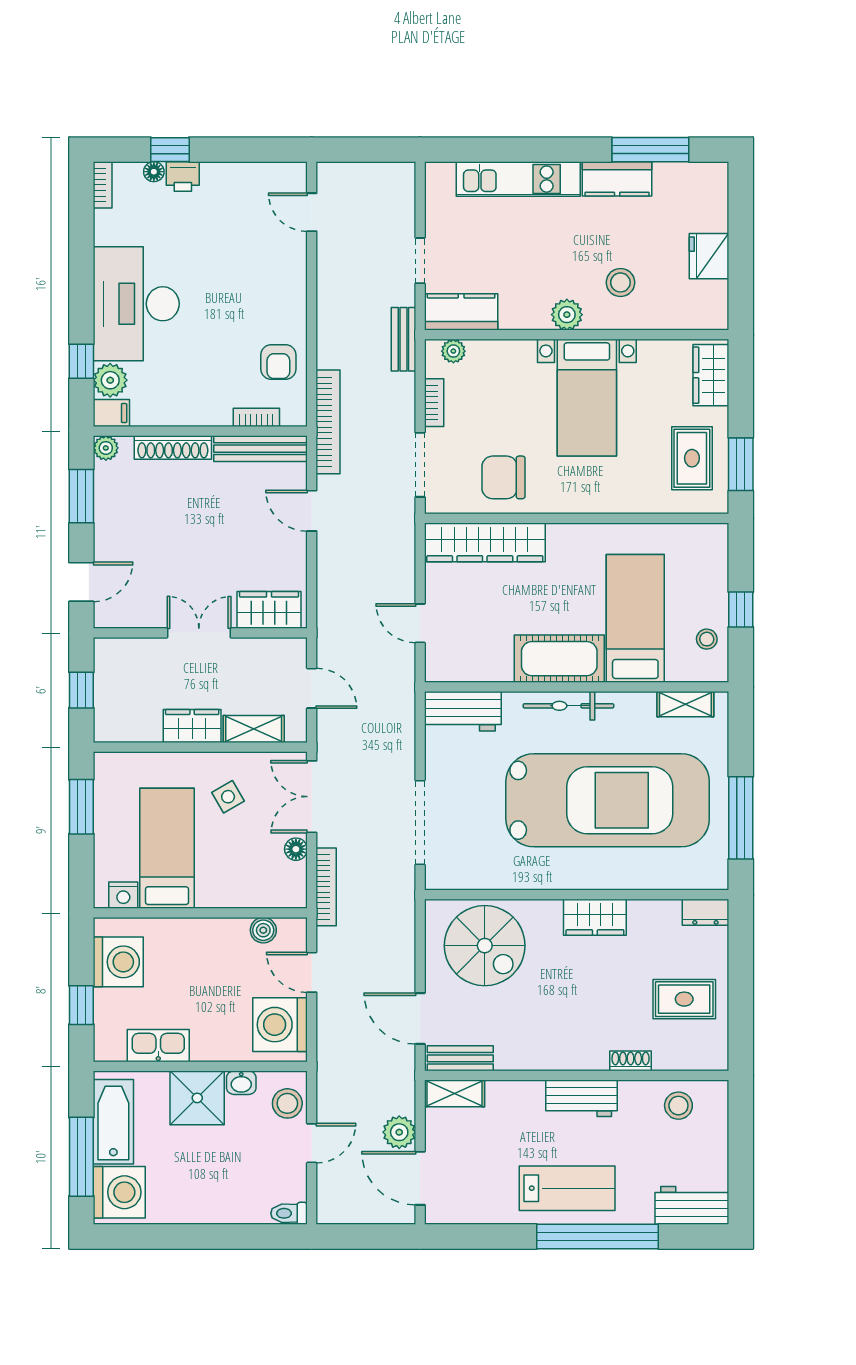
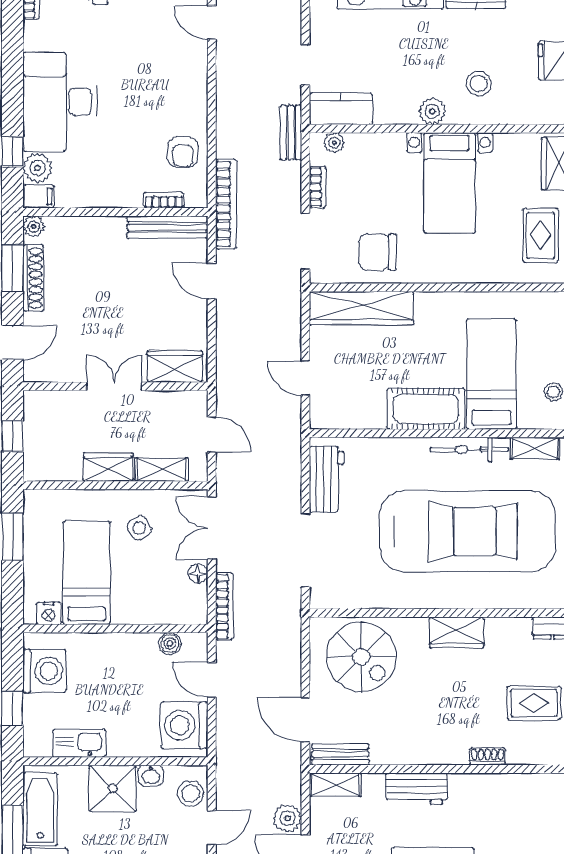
shoe rack: (173, 447) -> (33, 278), moved, turned -90
bicycle: (568, 706) -> (469, 450), moved
workbench: (463, 711) -> (326, 479), moved, turned -90
workbench: (582, 1098) -> (417, 789), moved
stool: (678, 1106) -> (529, 795), removed

